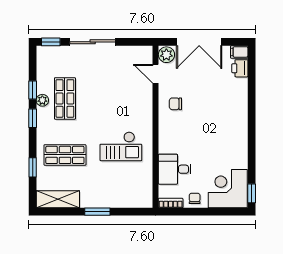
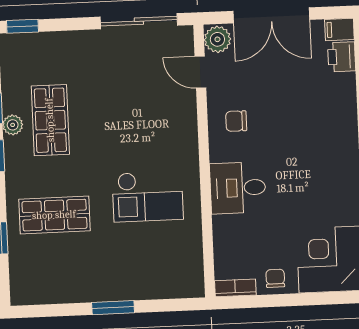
sliding door: (93, 42) -> (139, 21), moved
desk: (175, 169) -> (238, 188), moved
shelving: (58, 199) -> (46, 290), removed

